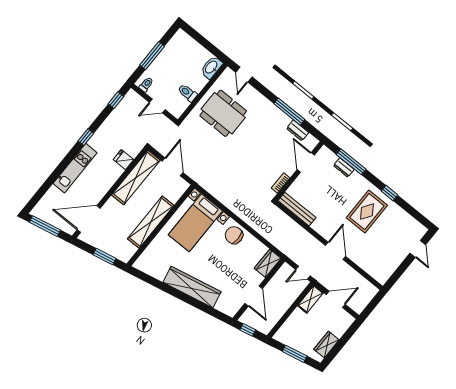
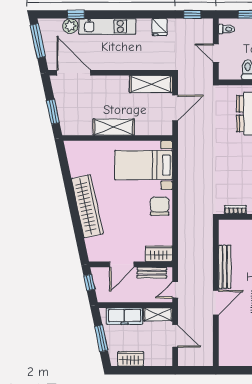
window: (86, 137) -> (76, 14), moved
fridge: (123, 160) -> (159, 27), moved, turned 180
shelving: (136, 178) -> (151, 84), width x0.68
plant: (53, 194) -> (70, 26), added
bench: (297, 209) -> (225, 267), moved
shelving: (151, 222) -> (114, 127), width x0.68
door: (303, 273) -> (175, 290), hinge flipped
bench: (277, 279) -> (152, 273), added
freezer: (292, 324) -> (125, 316), added

